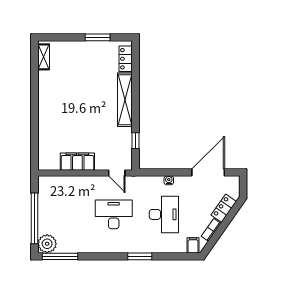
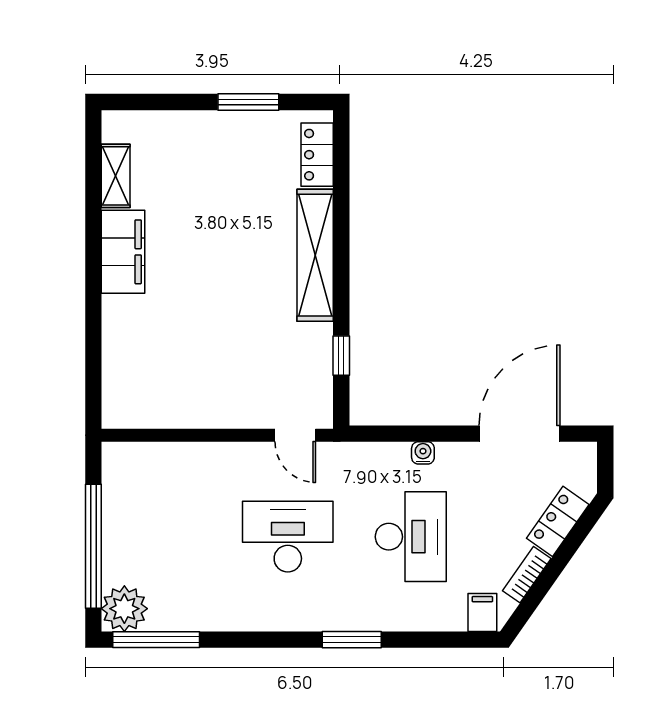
shelving: (44, 57) -> (116, 176), moved
filing cabinet: (77, 162) -> (123, 252), moved, turned 90

